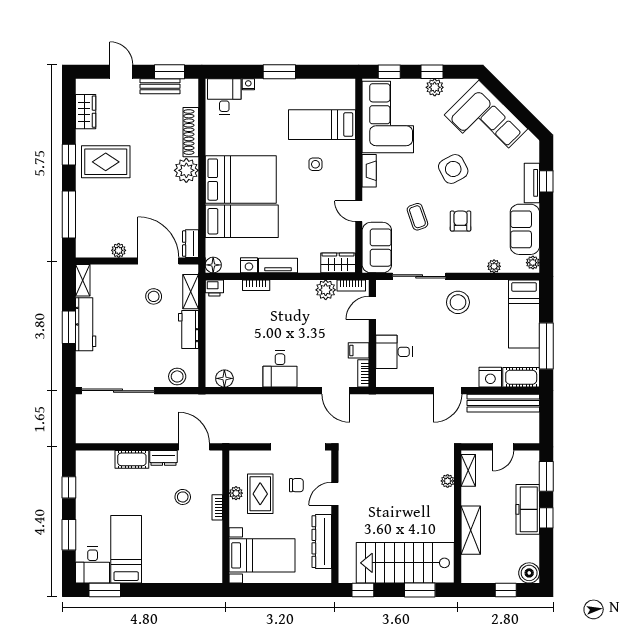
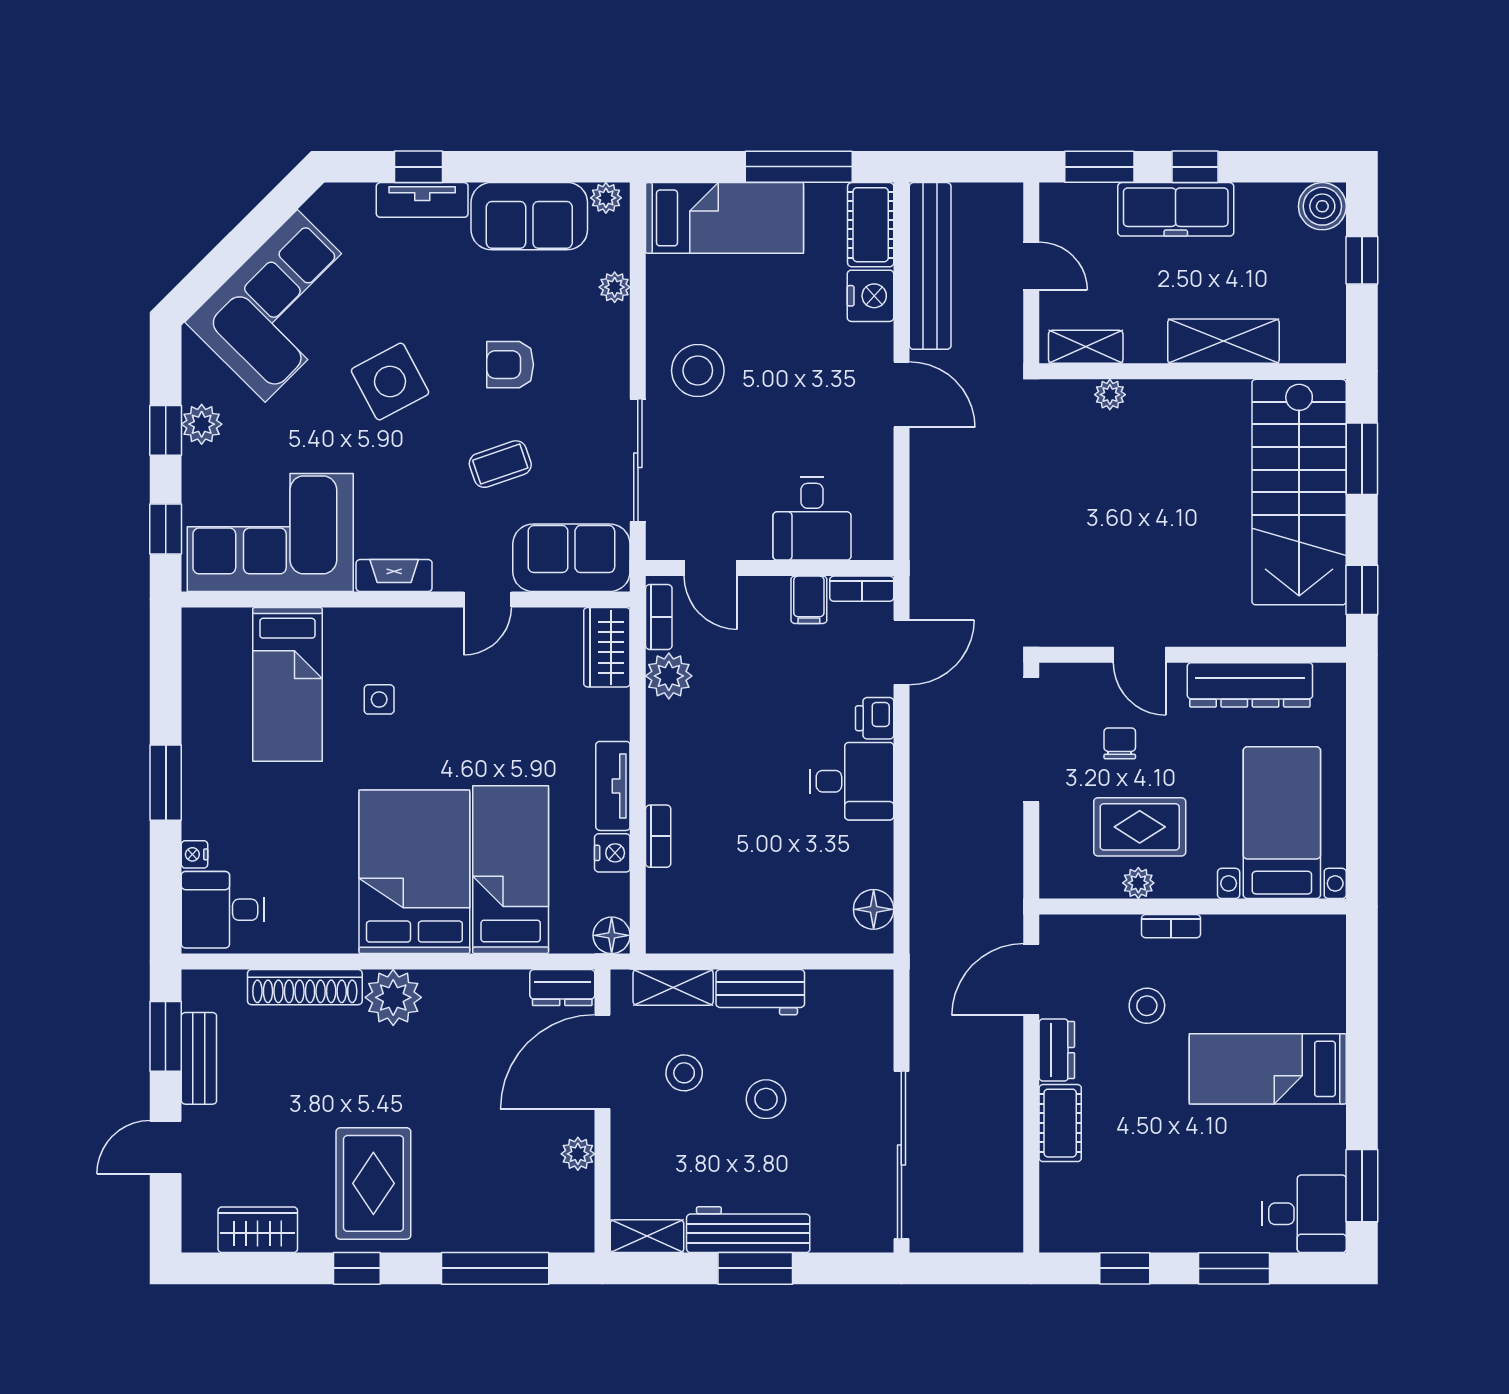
printer: (214, 288) -> (875, 718), moved, turned 180
stool: (177, 376) -> (766, 1099), moved
bed: (126, 549) -> (1268, 1069), moved

